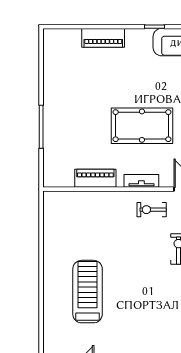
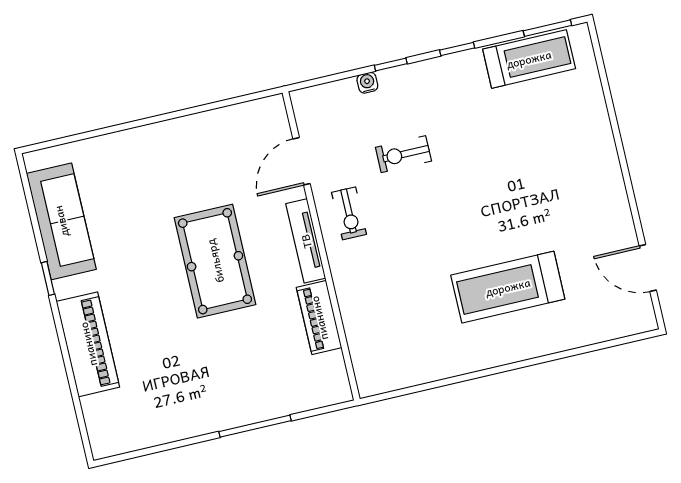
piano: (103, 38) -> (88, 344), width x1.37, depth x1.33
tv unit: (141, 181) -> (306, 241), width x1.41

